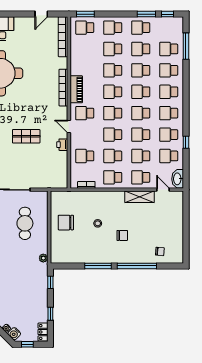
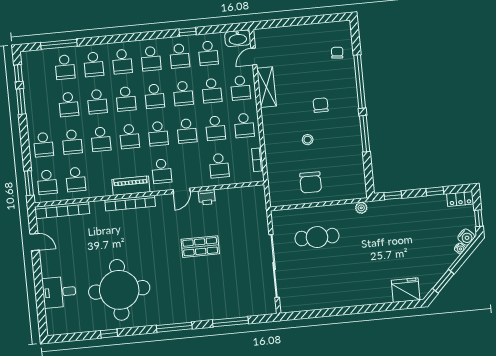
school desk: (141, 28) -> (76, 179), moved
shop shelf: (26, 136) -> (200, 247), turned 90

